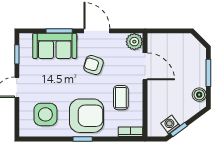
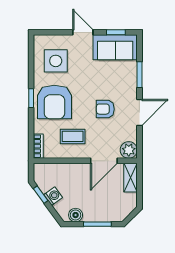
shelving: (162, 40) -> (131, 178), added
sofa: (55, 46) -> (115, 47), moved, turned -90
armchair: (93, 65) -> (105, 109), turned -108
washing machine: (170, 124) -> (53, 196), moved

